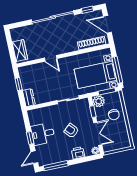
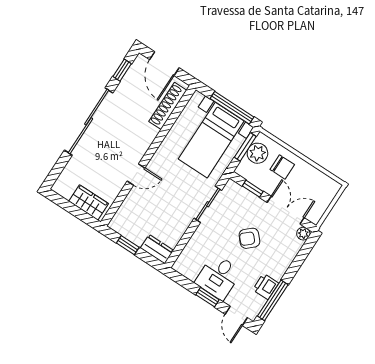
door: (107, 24) -> (164, 64), hinge flipped
plant: (99, 101) -> (257, 153), moved
printer: (78, 153) -> (266, 286), moved

